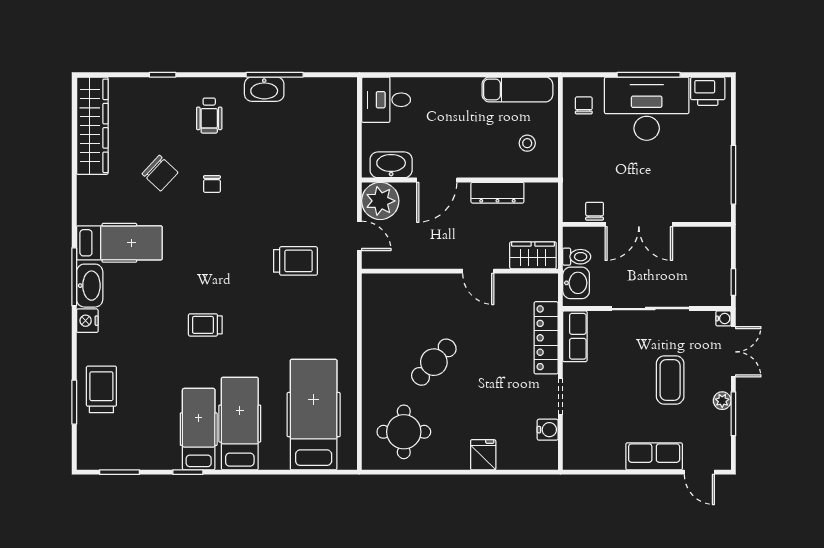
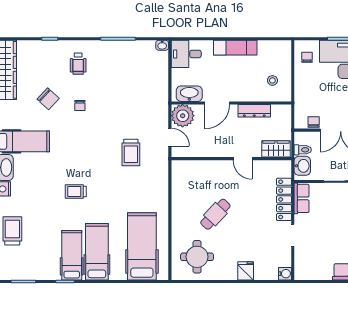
washbasin: (264, 89) -> (162, 45), moved, width x0.52, depth x0.69
exam couch: (517, 90) -> (235, 48), moved
trolley: (295, 261) -> (131, 152), turned 90
water cooler: (548, 430) -> (285, 274), moved

